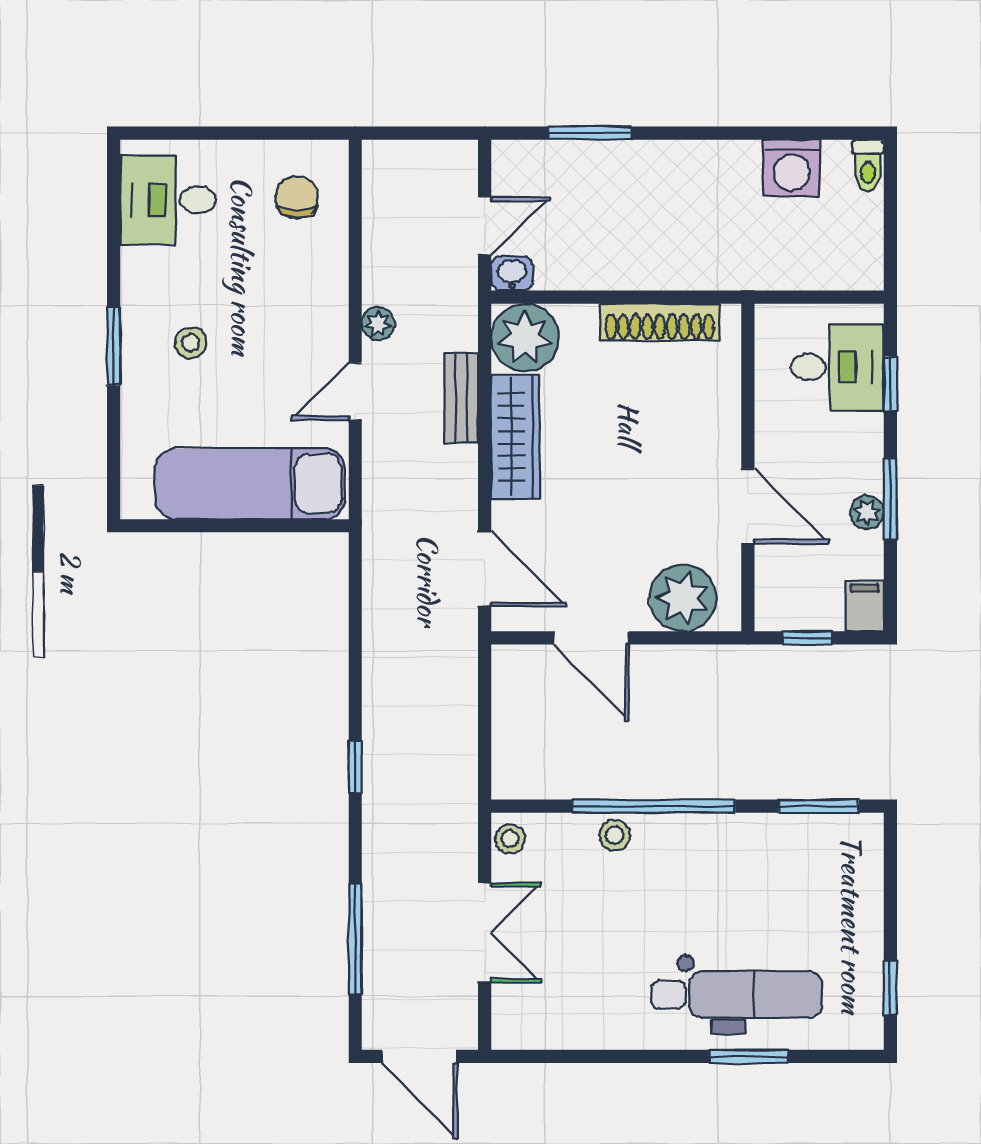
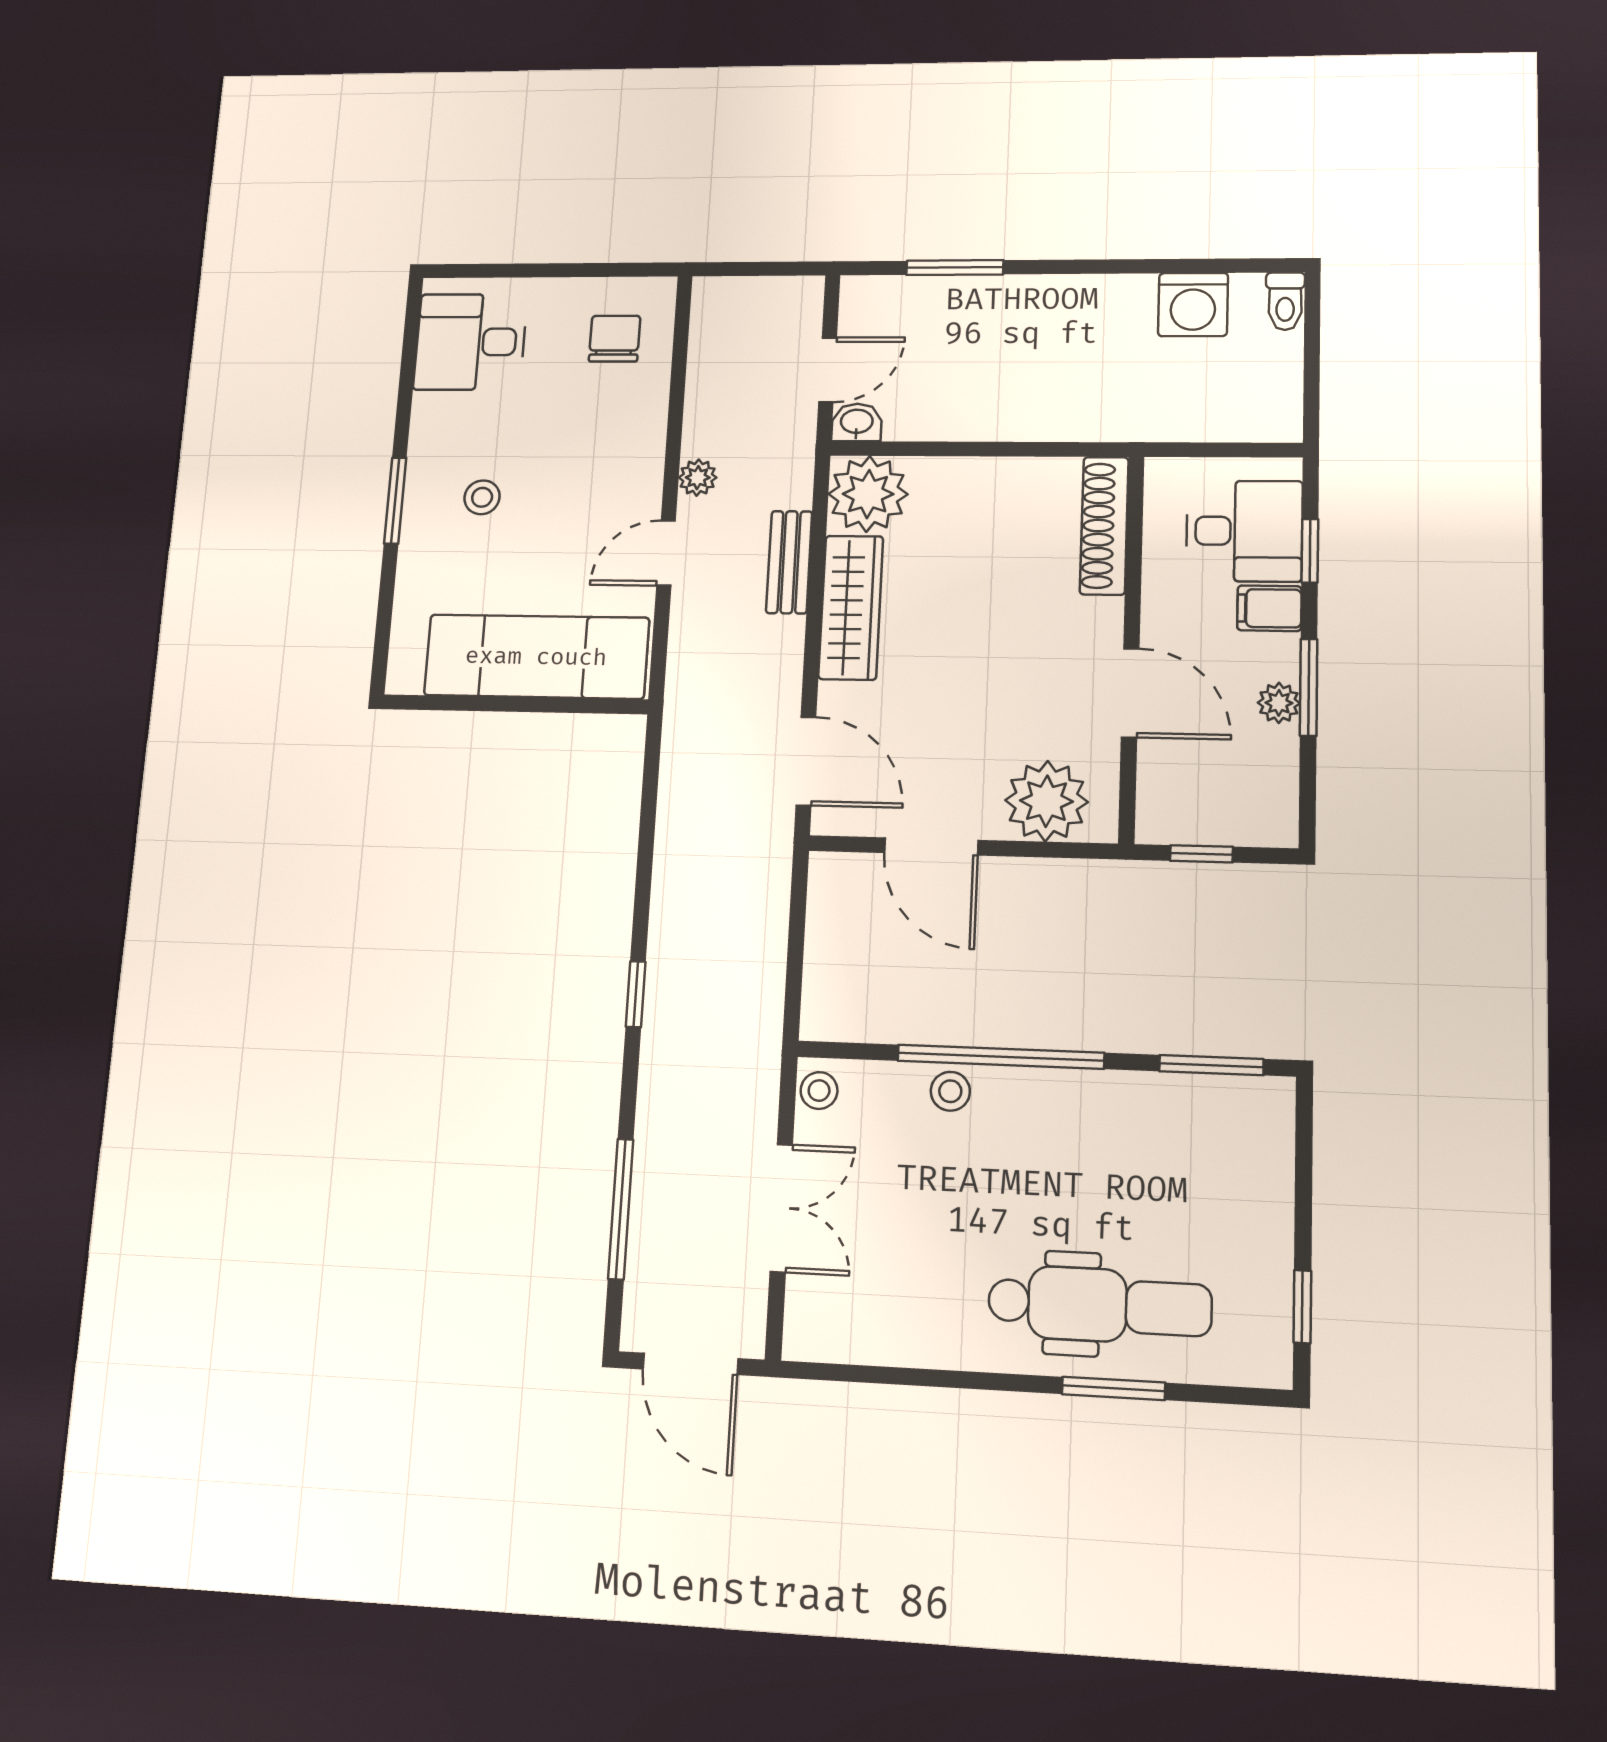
shoe rack: (660, 322) -> (1104, 526), moved, turned 90
filing cabinet: (865, 606) -> (1269, 608), moved, turned -90

